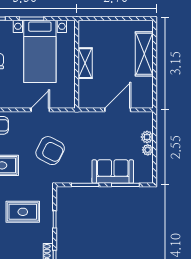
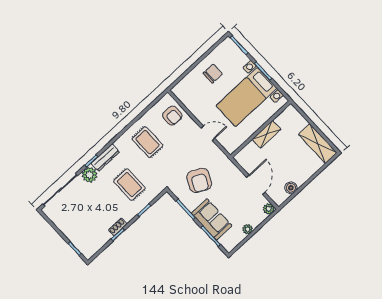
shelving: (144, 54) -> (318, 144), moved, turned 90
boiler: (147, 84) -> (291, 188), added
door: (118, 110) -> (256, 185), hinge flipped
plant: (147, 137) -> (269, 209), moved
armchair: (50, 151) -> (199, 180), moved

